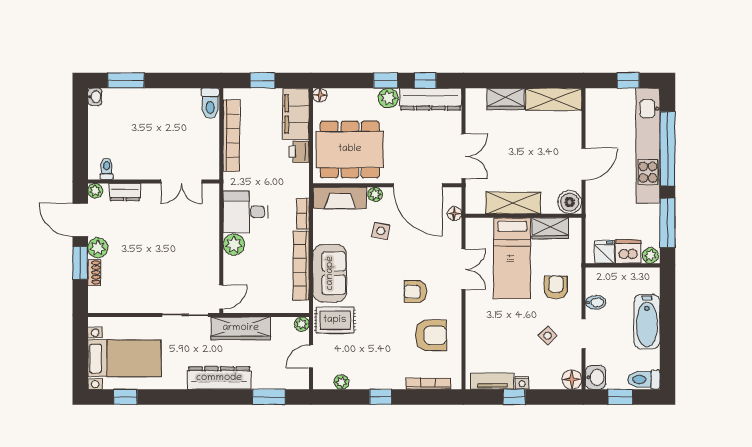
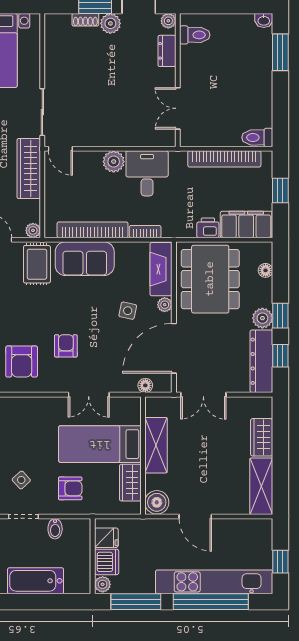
floor lamp: (320, 95) -> (266, 270), moved
toilet: (107, 169) -> (195, 35), width x1.37, depth x1.39

